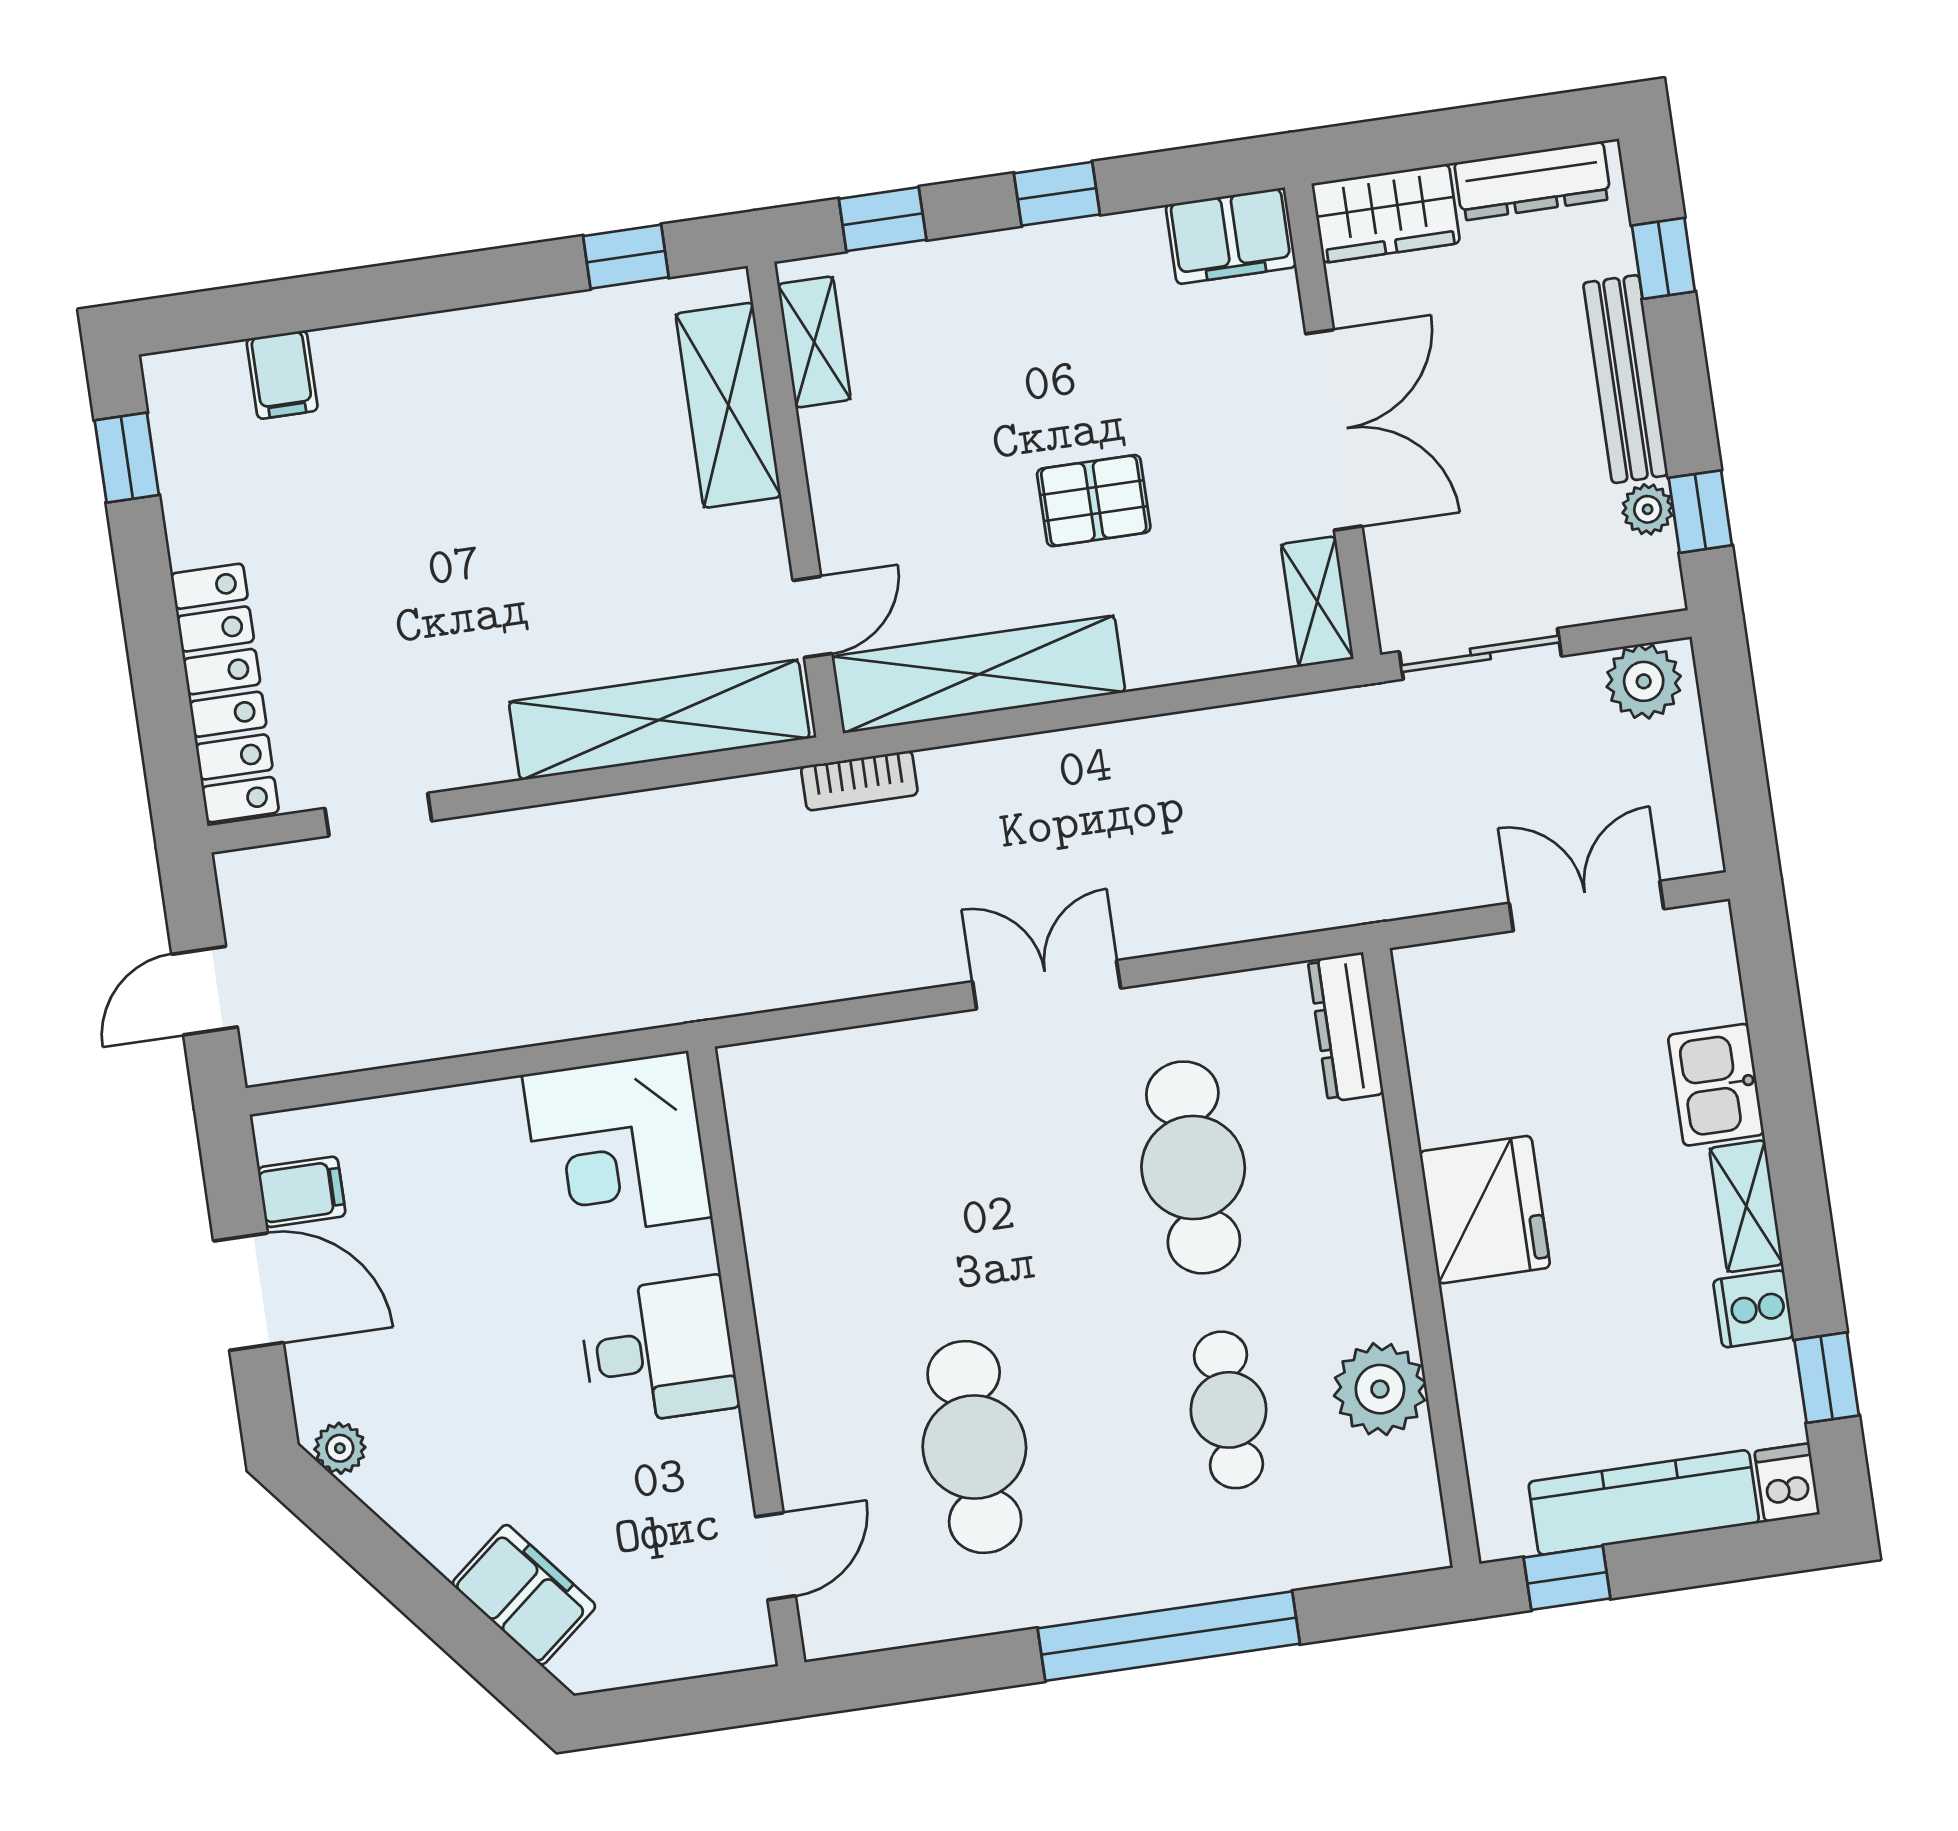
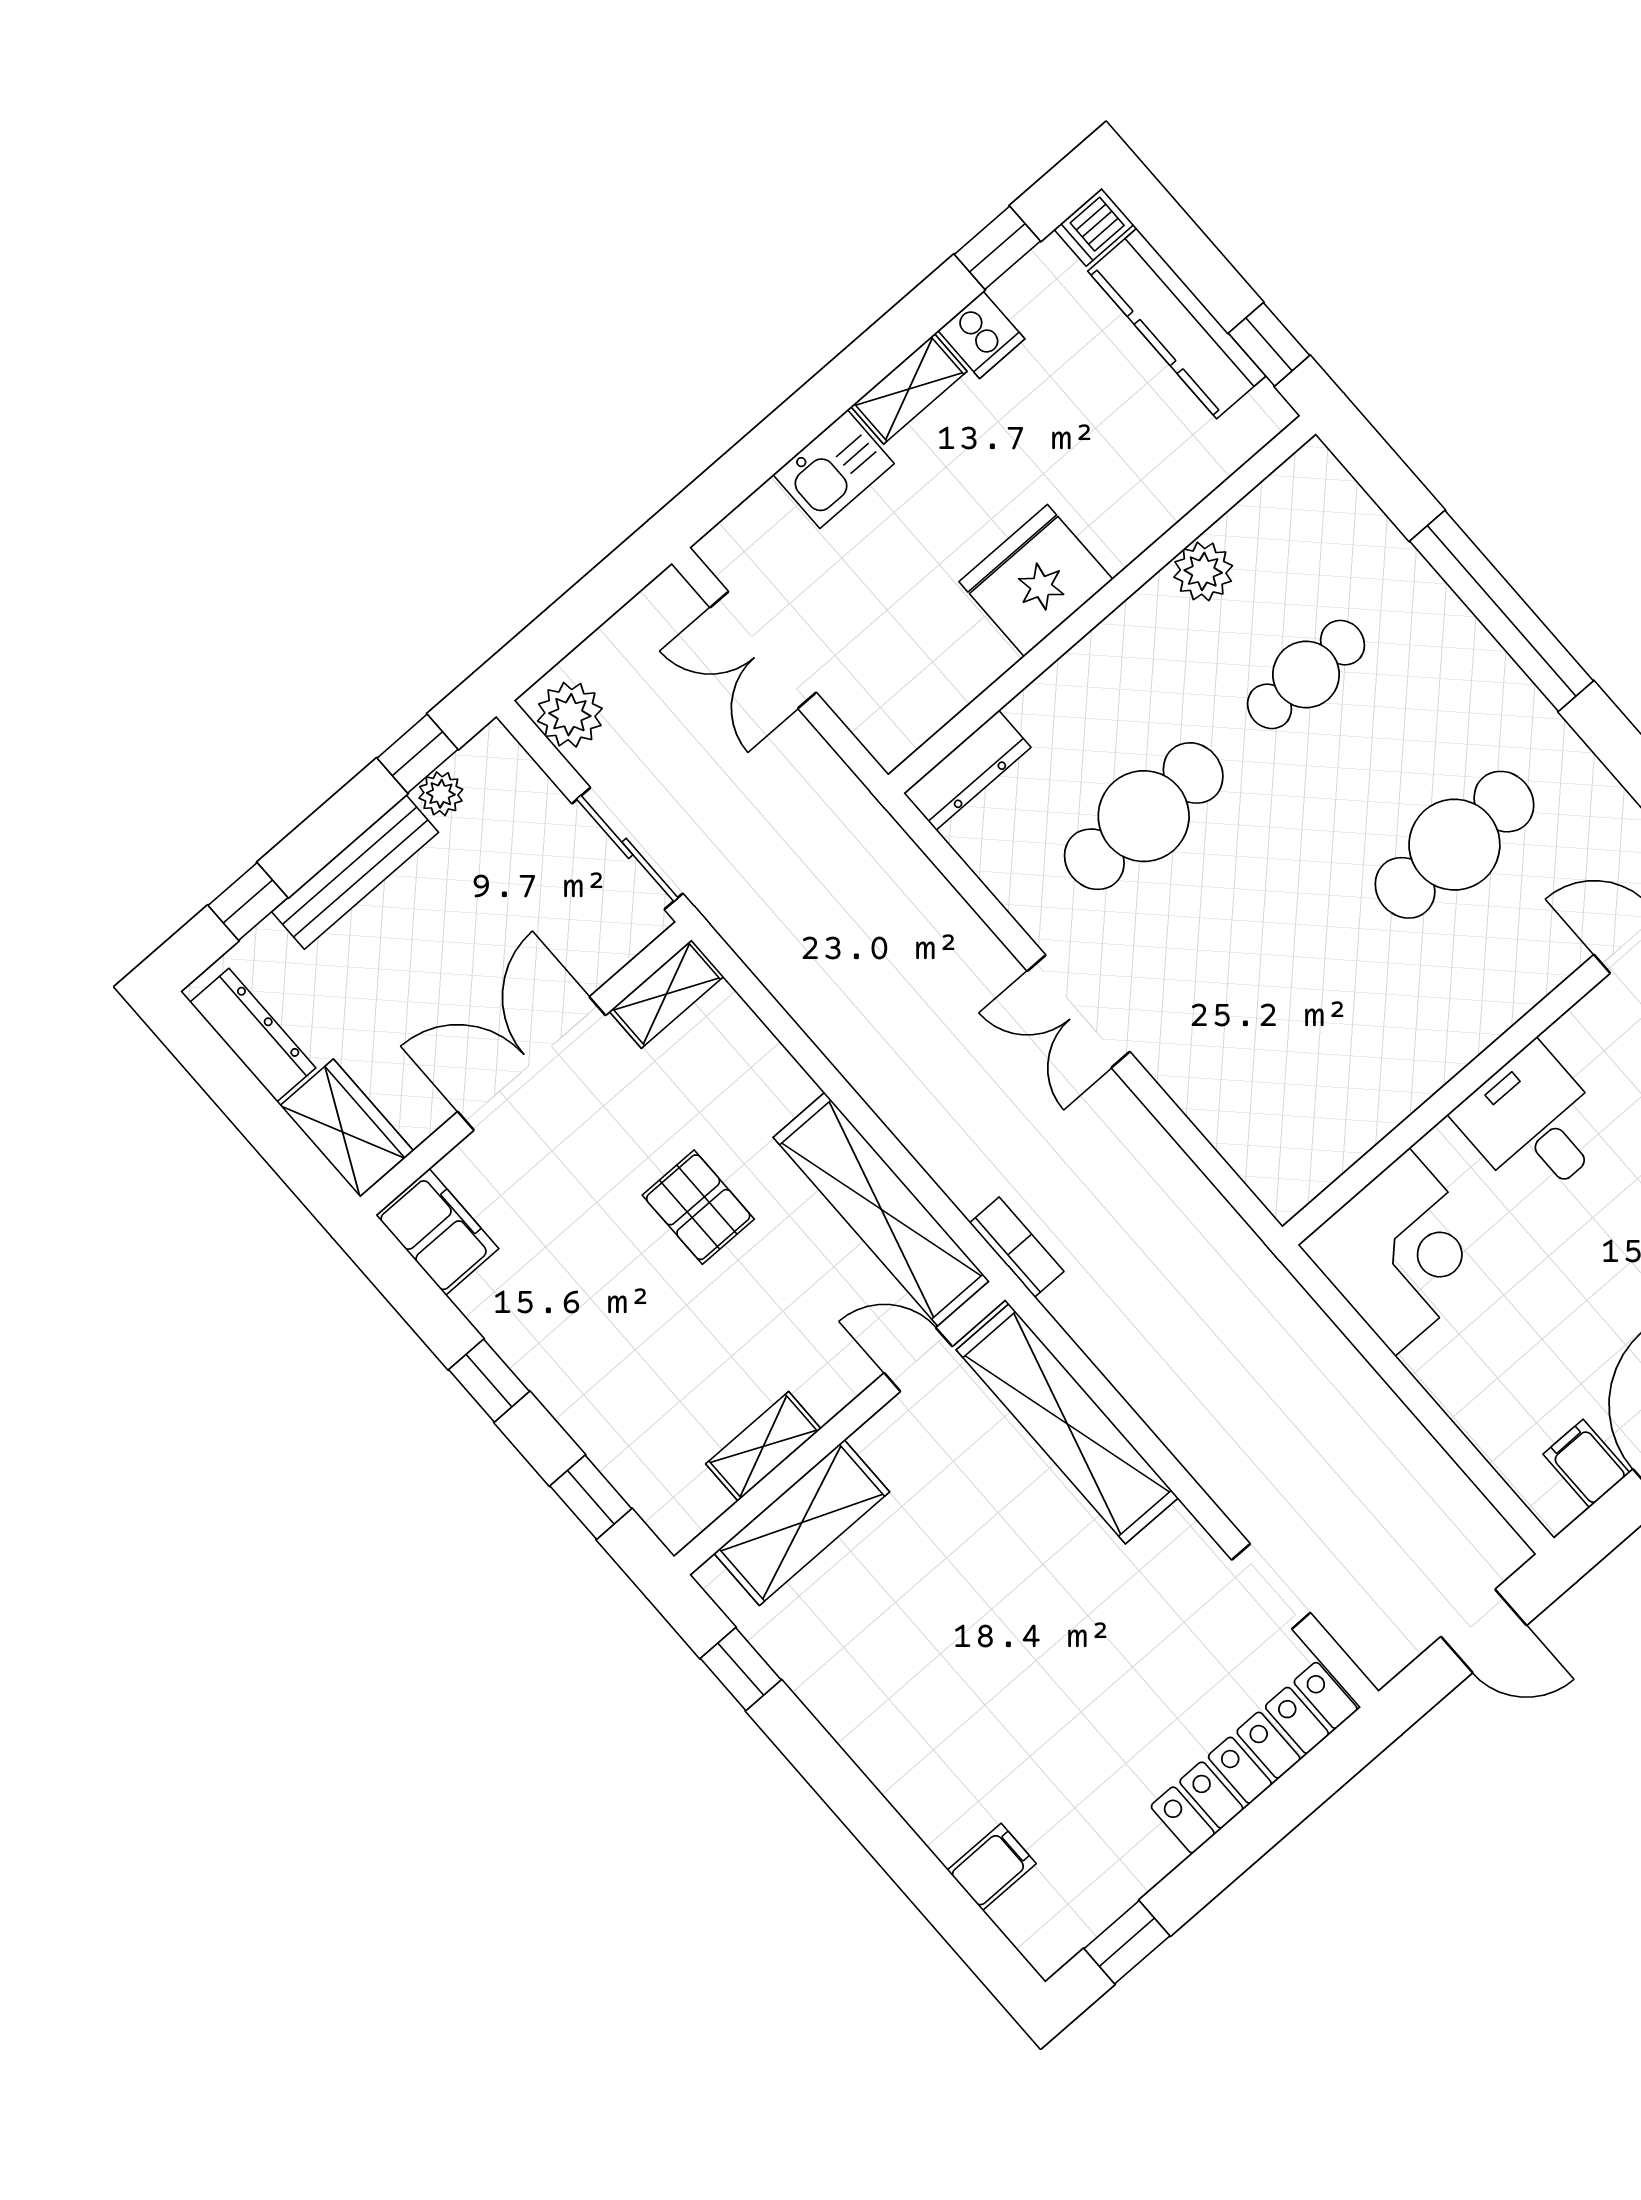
shelving: (814, 342) -> (763, 1446), moved
plant: (1380, 1389) -> (1203, 571), width x0.73, depth x0.73

